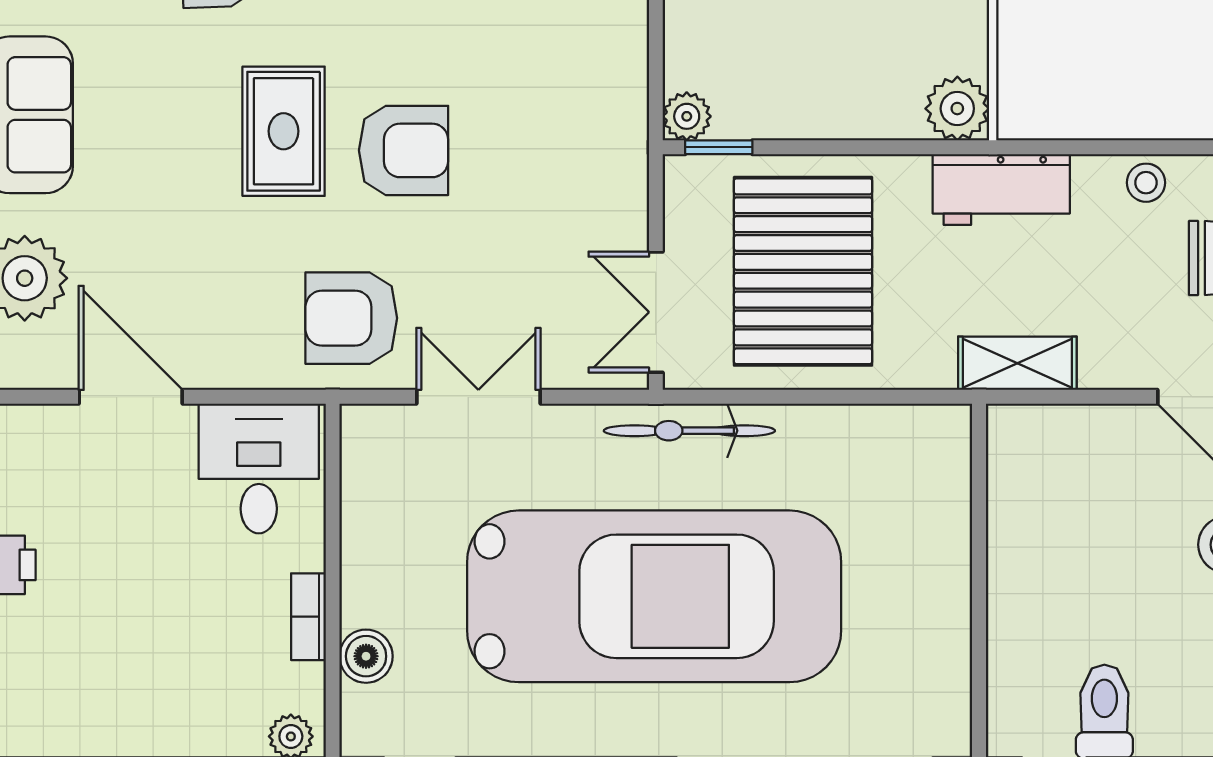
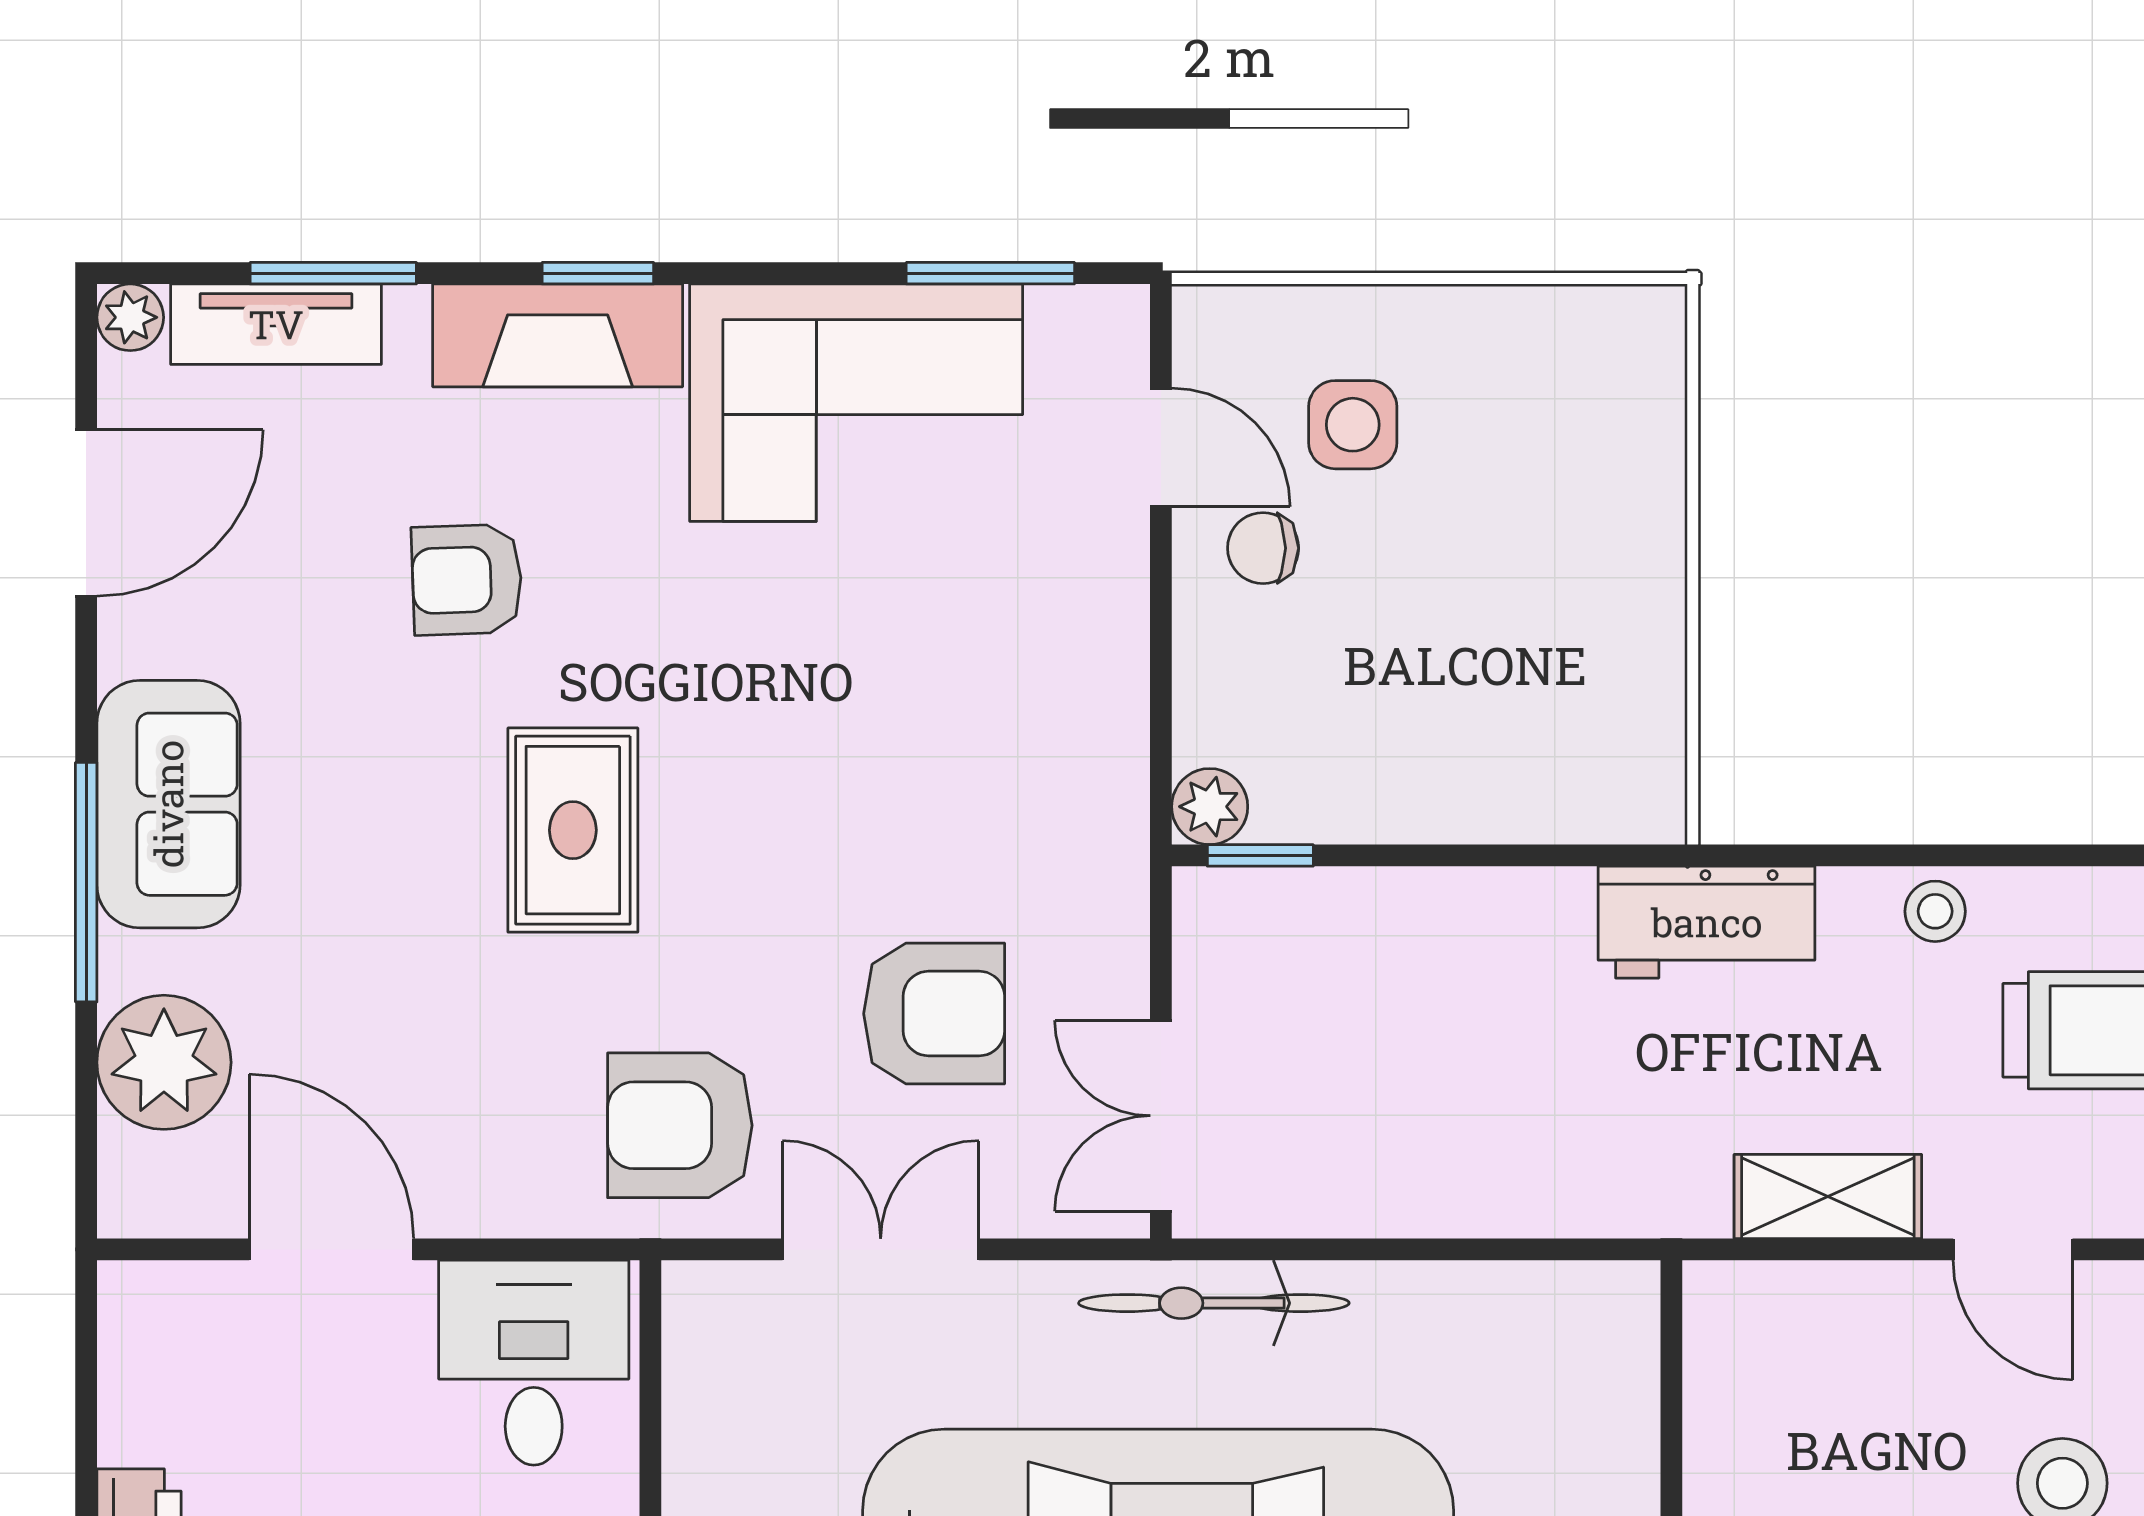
plant: (957, 109) -> (1637, 794), removed
armchair: (404, 150) -> (934, 1014), moved
pallet: (803, 271) -> (1393, 1051), removed
shelving: (1017, 363) -> (1828, 1197), moved

